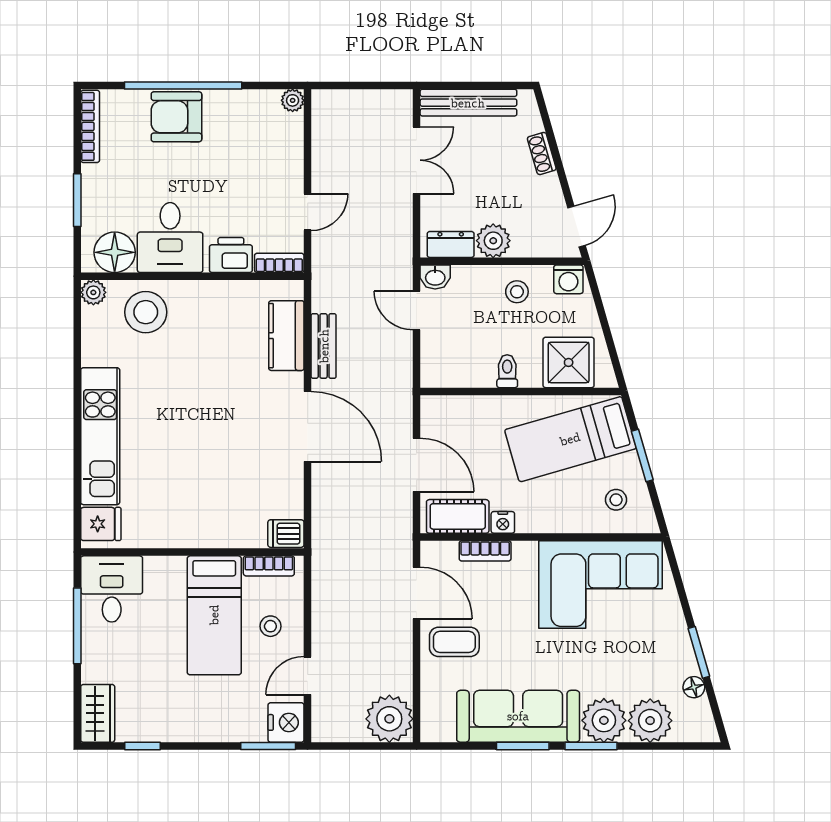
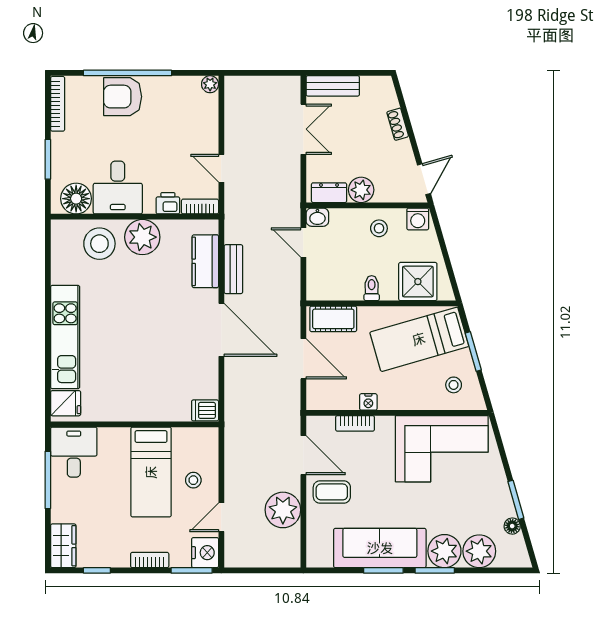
bench: (468, 103) -> (333, 86), width x0.73
door: (308, 212) -> (221, 168), swing flipped
printer: (231, 255) -> (168, 203), width x0.73, depth x0.81
plant: (93, 292) -> (142, 237), moved, width x1.88, depth x1.88
cot: (458, 516) -> (333, 319), moved
bookcase: (269, 566) -> (150, 560), moved, turned 180
plant: (389, 719) -> (283, 510), moved

